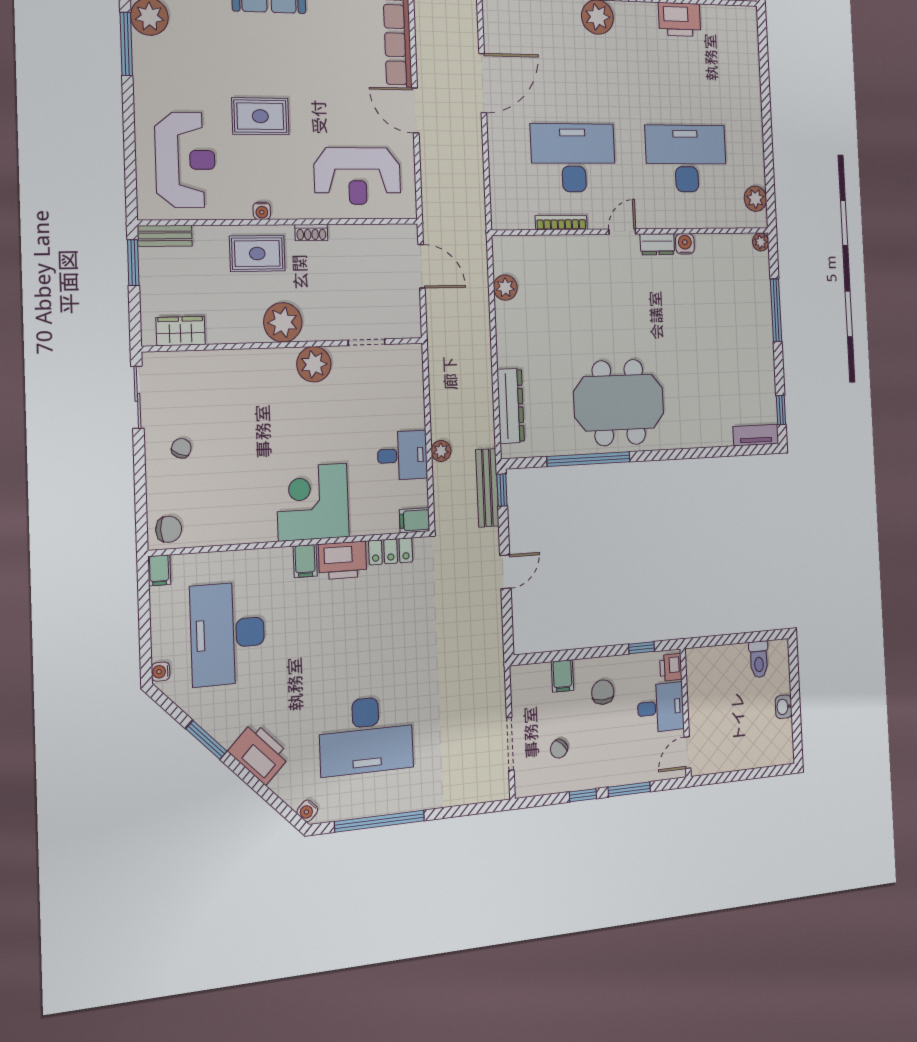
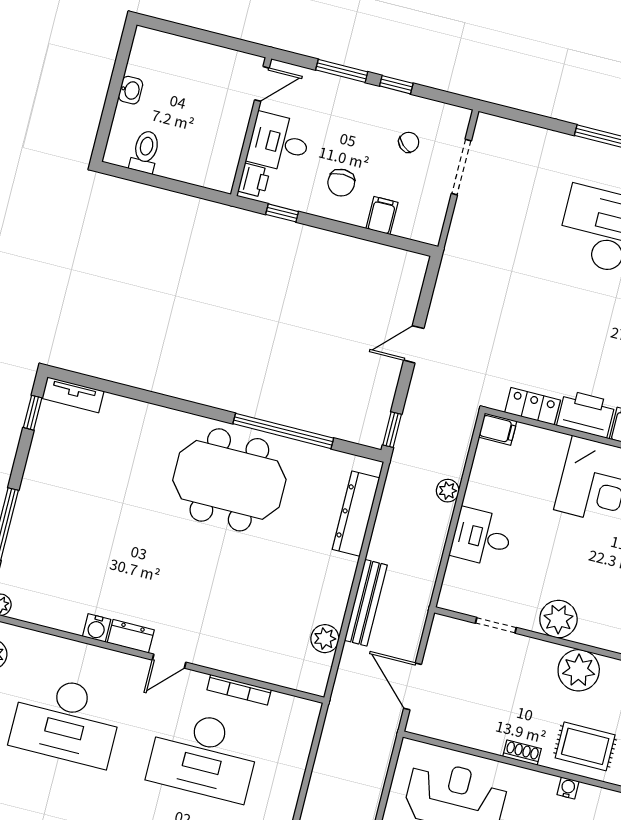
desk: (402, 455) -> (482, 537), moved
bench: (487, 488) -> (366, 603), moved

